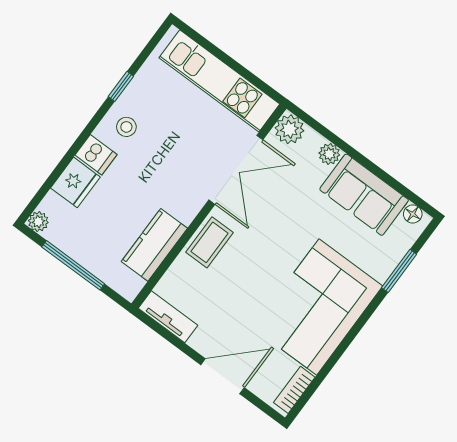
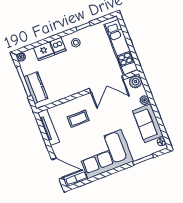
coffee table: (210, 242) -> (78, 119), moved
kitchen counter: (154, 245) -> (36, 88), moved, turned 90
tv unit: (168, 317) -> (49, 127), width x1.41
door: (223, 376) -> (57, 169), moved

